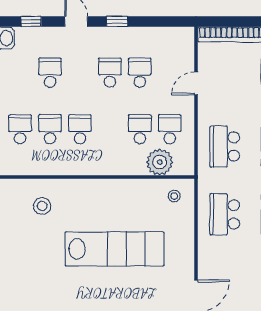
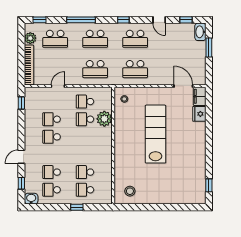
window: (117, 21) -> (21, 103), moved
door: (196, 83) -> (58, 86), swing flipped
school desk: (80, 129) -> (52, 190), moved
plant: (160, 162) -> (104, 119), moved
stool: (42, 206) -> (130, 191), moved

